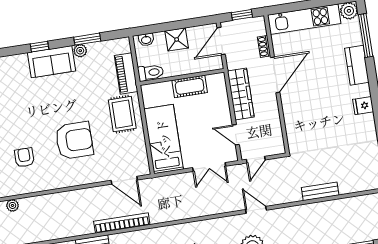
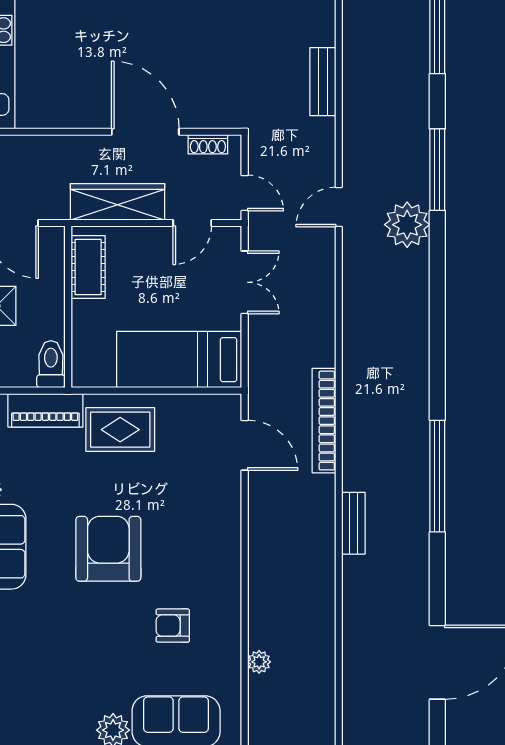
shoe rack: (264, 46) -> (208, 144), moved
door: (275, 75) -> (145, 132), moved
cot: (190, 86) -> (88, 267), moved
armchair: (74, 140) -> (108, 549), moved
door: (124, 180) -> (245, 445), hinge flipped
bookcase: (122, 223) -> (324, 421), moved

